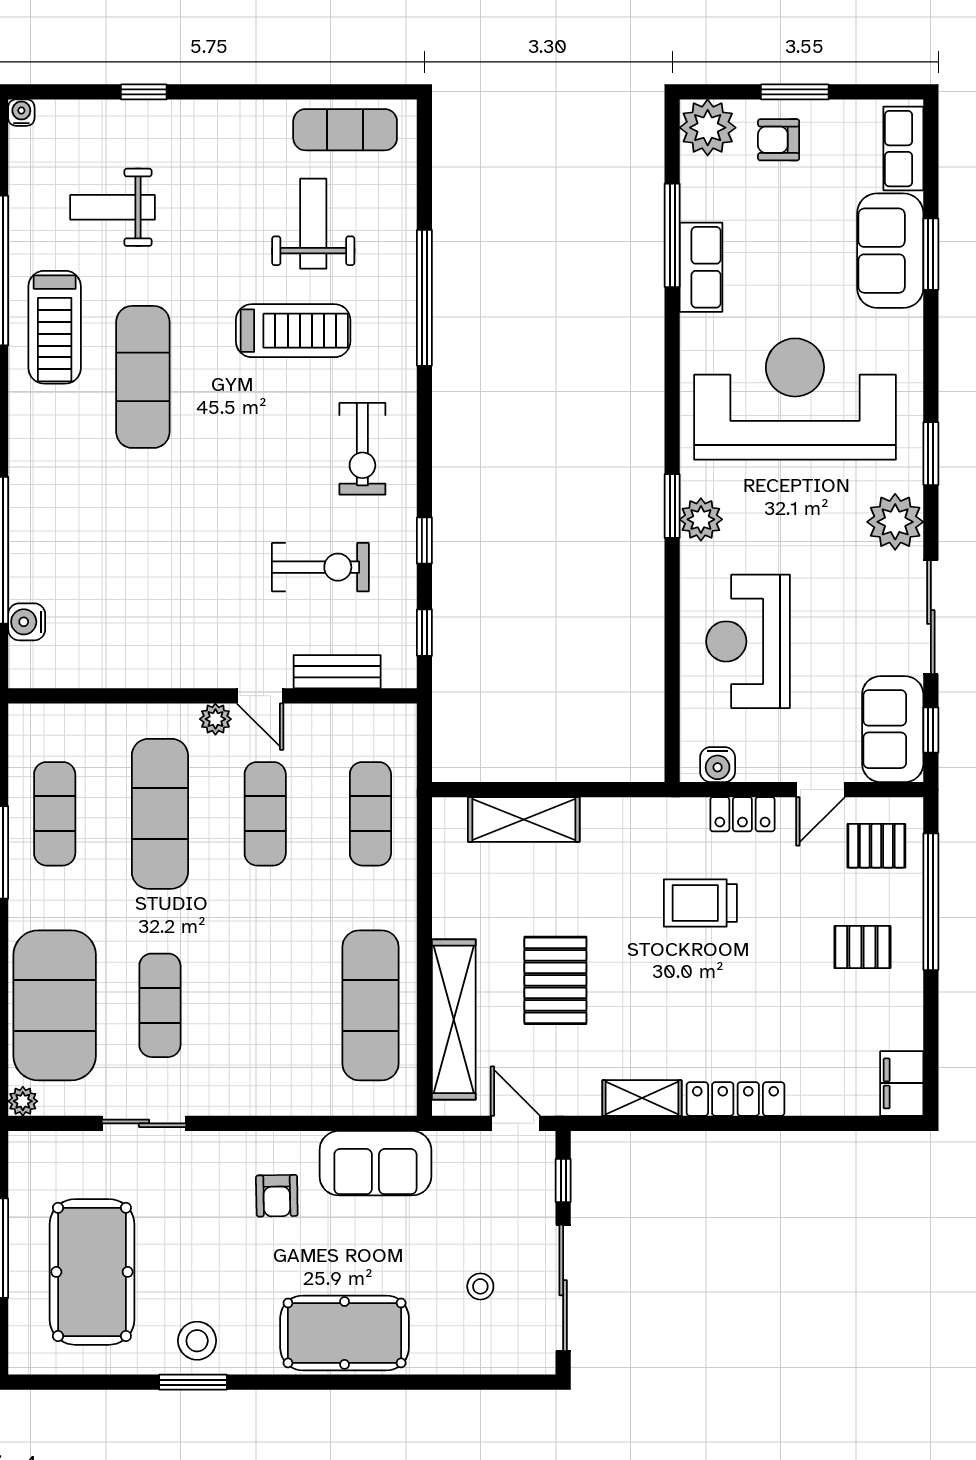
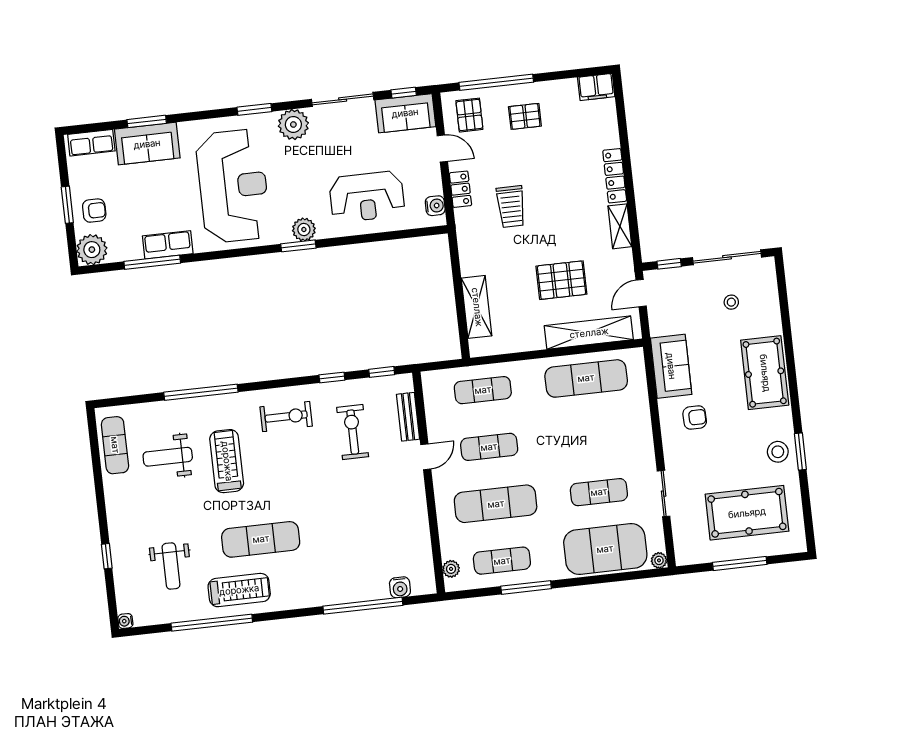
armchair: (779, 140) -> (94, 211), turned -90
reception desk: (795, 399) -> (233, 186), turned 180
plant: (215, 719) -> (451, 569), moved
pallet: (862, 947) -> (525, 116), turned 90

